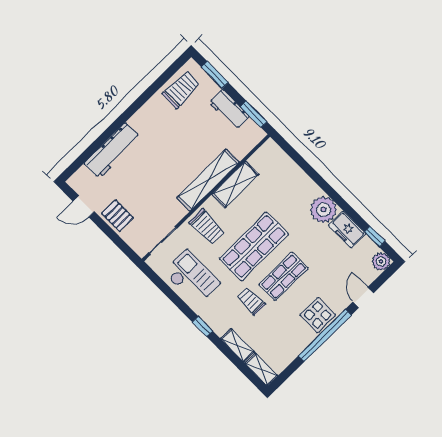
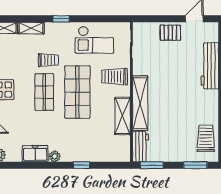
trolley: (181, 90) -> (206, 138), turned 180
workbench: (229, 110) -> (141, 147), moved, turned 90
plant: (323, 210) -> (55, 156), width x0.53, depth x0.53
window: (375, 237) -> (81, 165), moved

